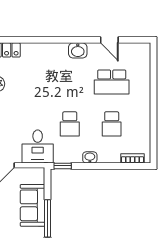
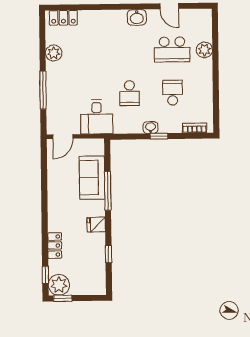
plant: (143, 83) -> (204, 50), added
school desk: (112, 124) -> (173, 93), turned 180
window: (63, 166) -> (159, 136), moved

